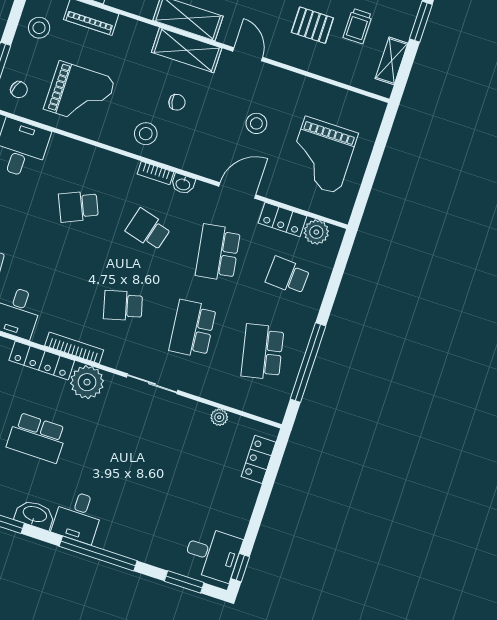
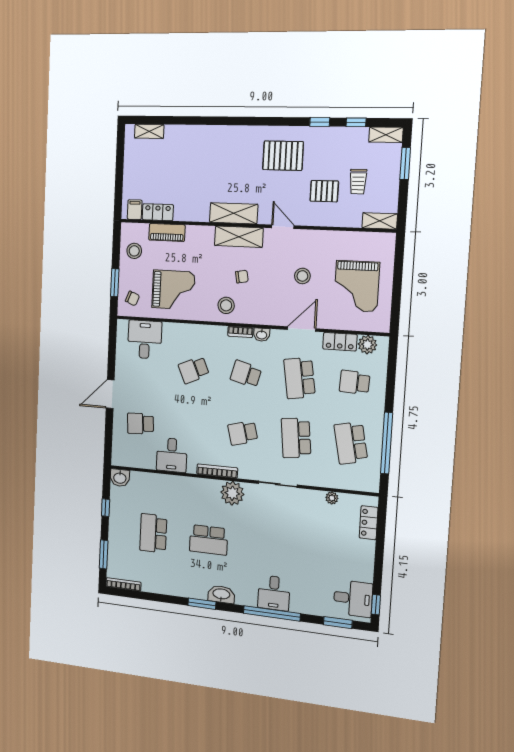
shelving: (392, 61) -> (380, 221), moved, turned 90
locker: (42, 360) -> (198, 485), removed
desk: (78, 517) -> (274, 593), moved

